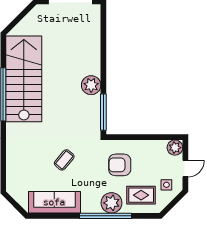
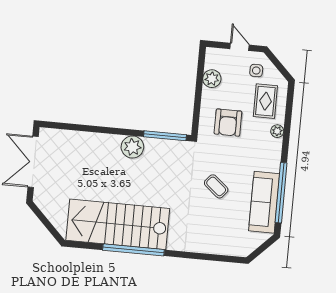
plant: (175, 148) -> (212, 79), moved
plant: (112, 203) -> (277, 131), width x0.53, depth x0.53
window: (106, 216) -> (281, 193), moved

